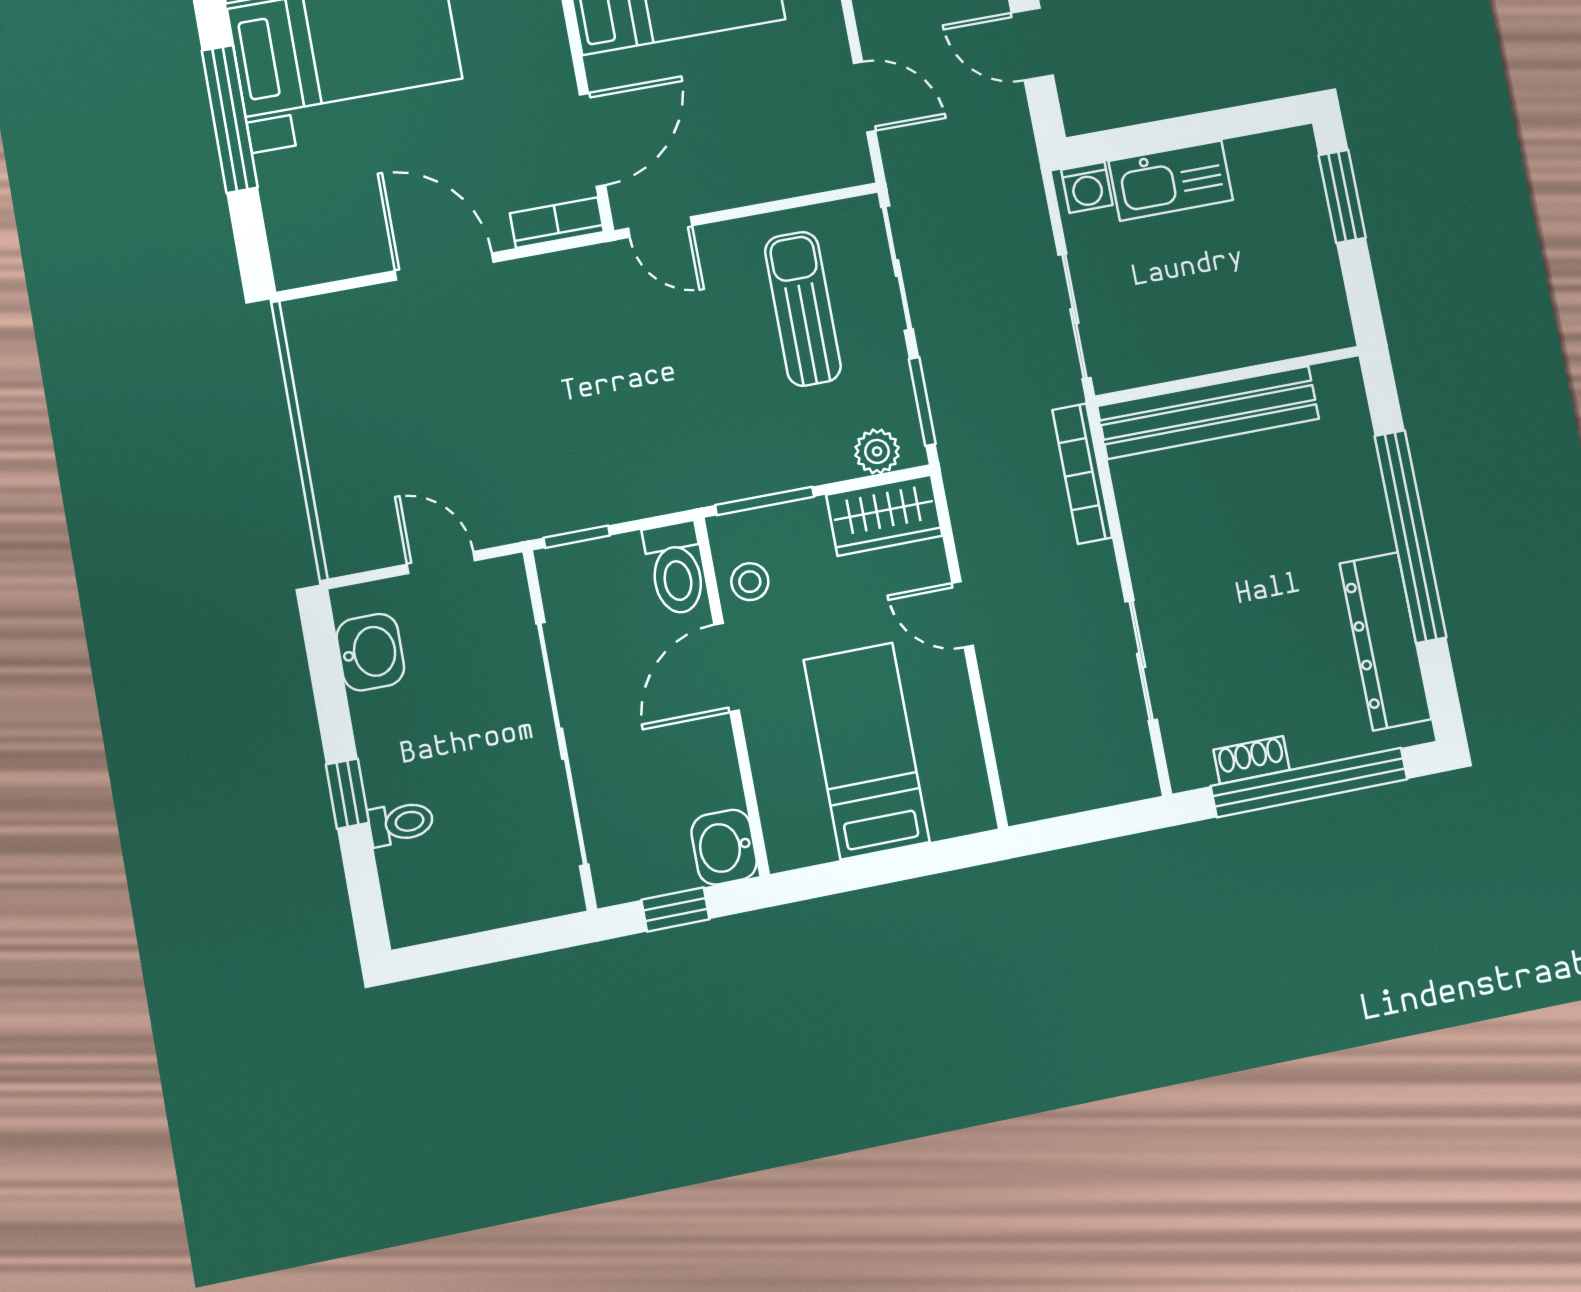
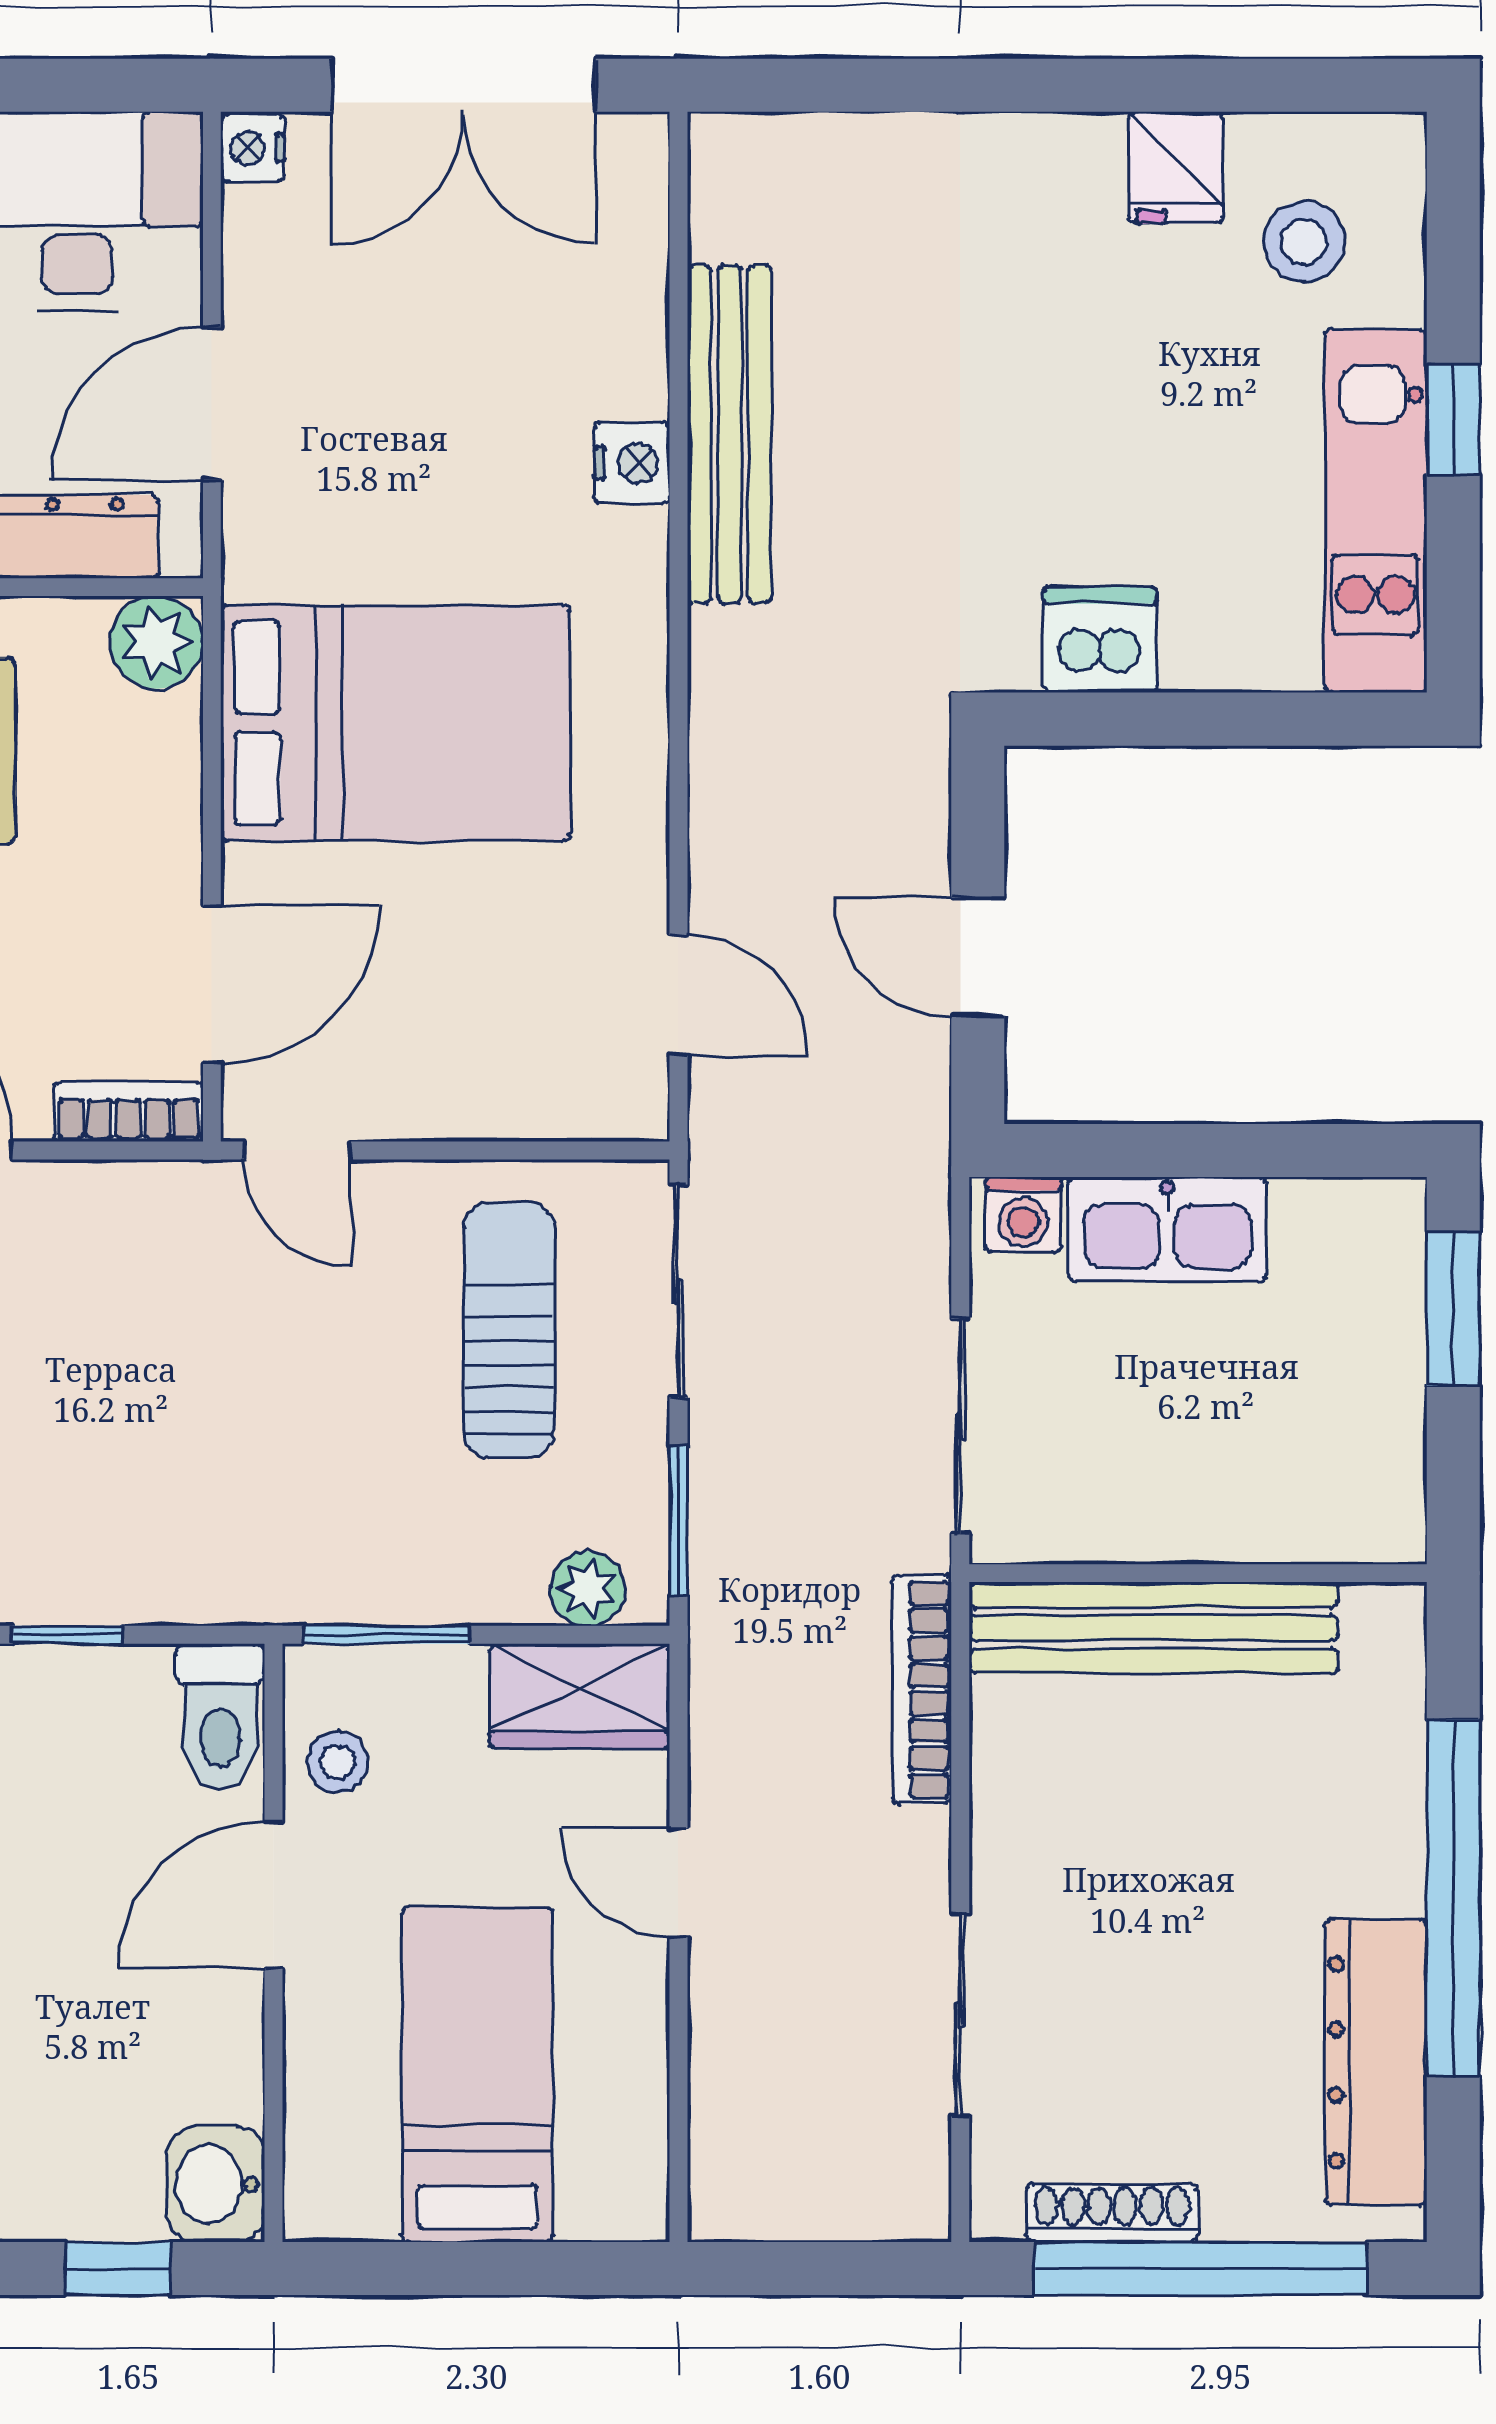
shoe rack: (1252, 760) -> (1112, 2213), width x1.43

